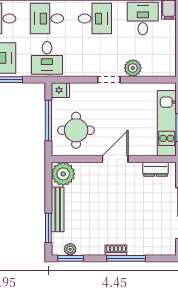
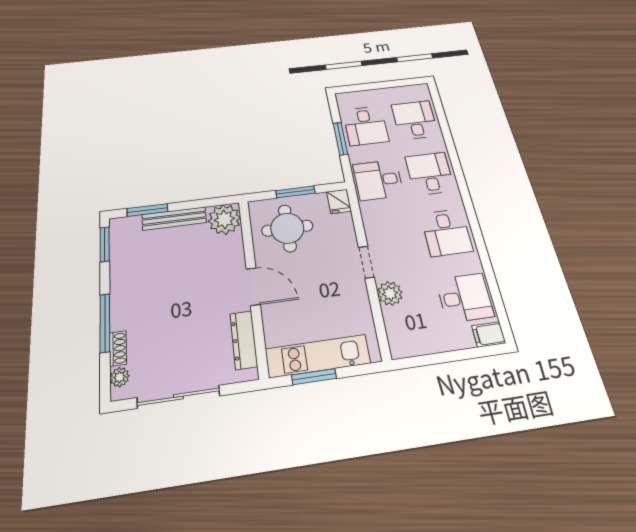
window: (48, 120) -> (295, 192), width x0.69
dresser: (155, 169) -> (244, 340), width x1.44
plant: (70, 249) -> (120, 377), moved
shoe rack: (116, 250) -> (118, 348), moved

